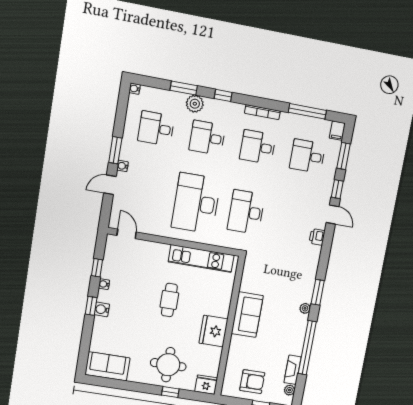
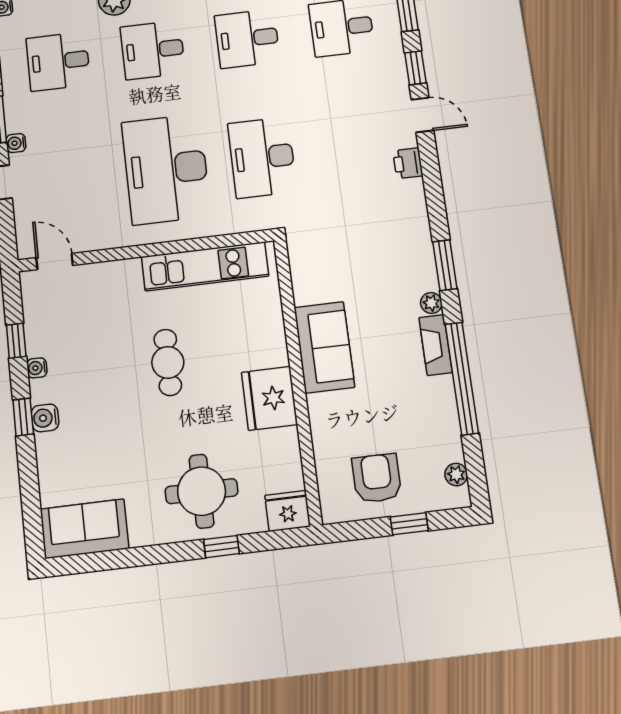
fireplace: (293, 370) -> (436, 345), moved
armchair: (252, 382) -> (377, 478), turned -90

